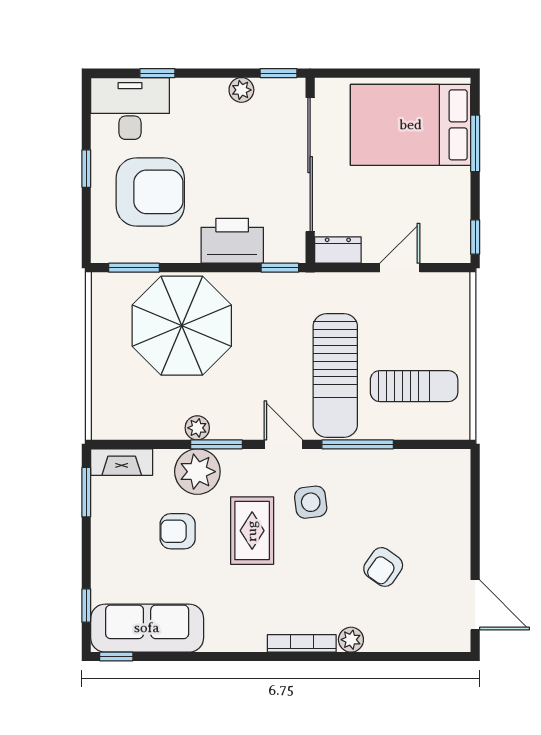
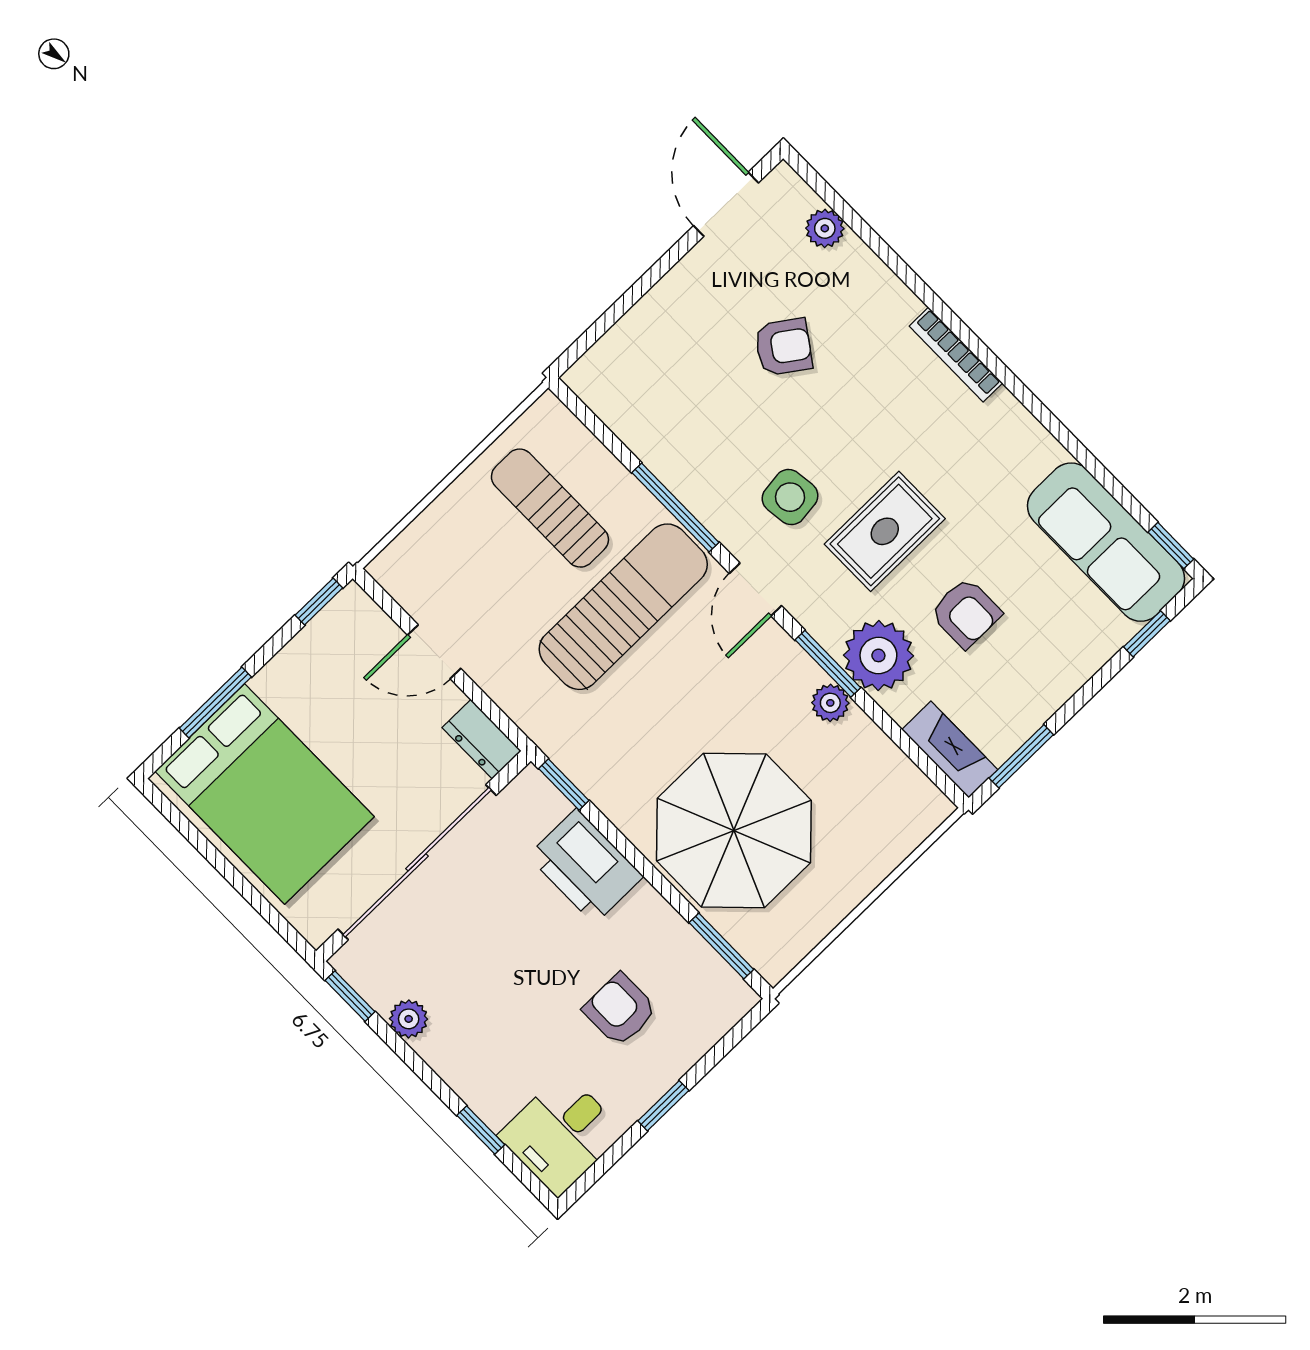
desk: (130, 109) -> (561, 1134), width x0.73
armchair: (150, 192) -> (620, 1010), width x0.53, depth x0.53
plant: (351, 640) -> (825, 228), moved

